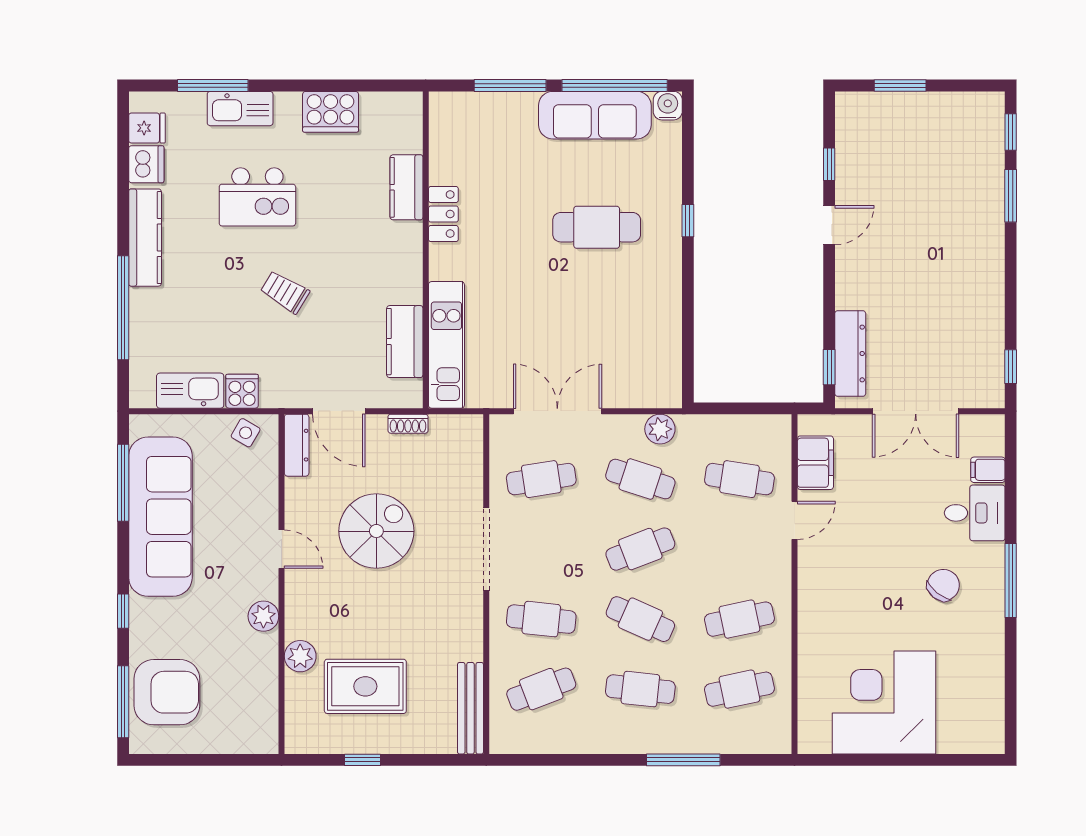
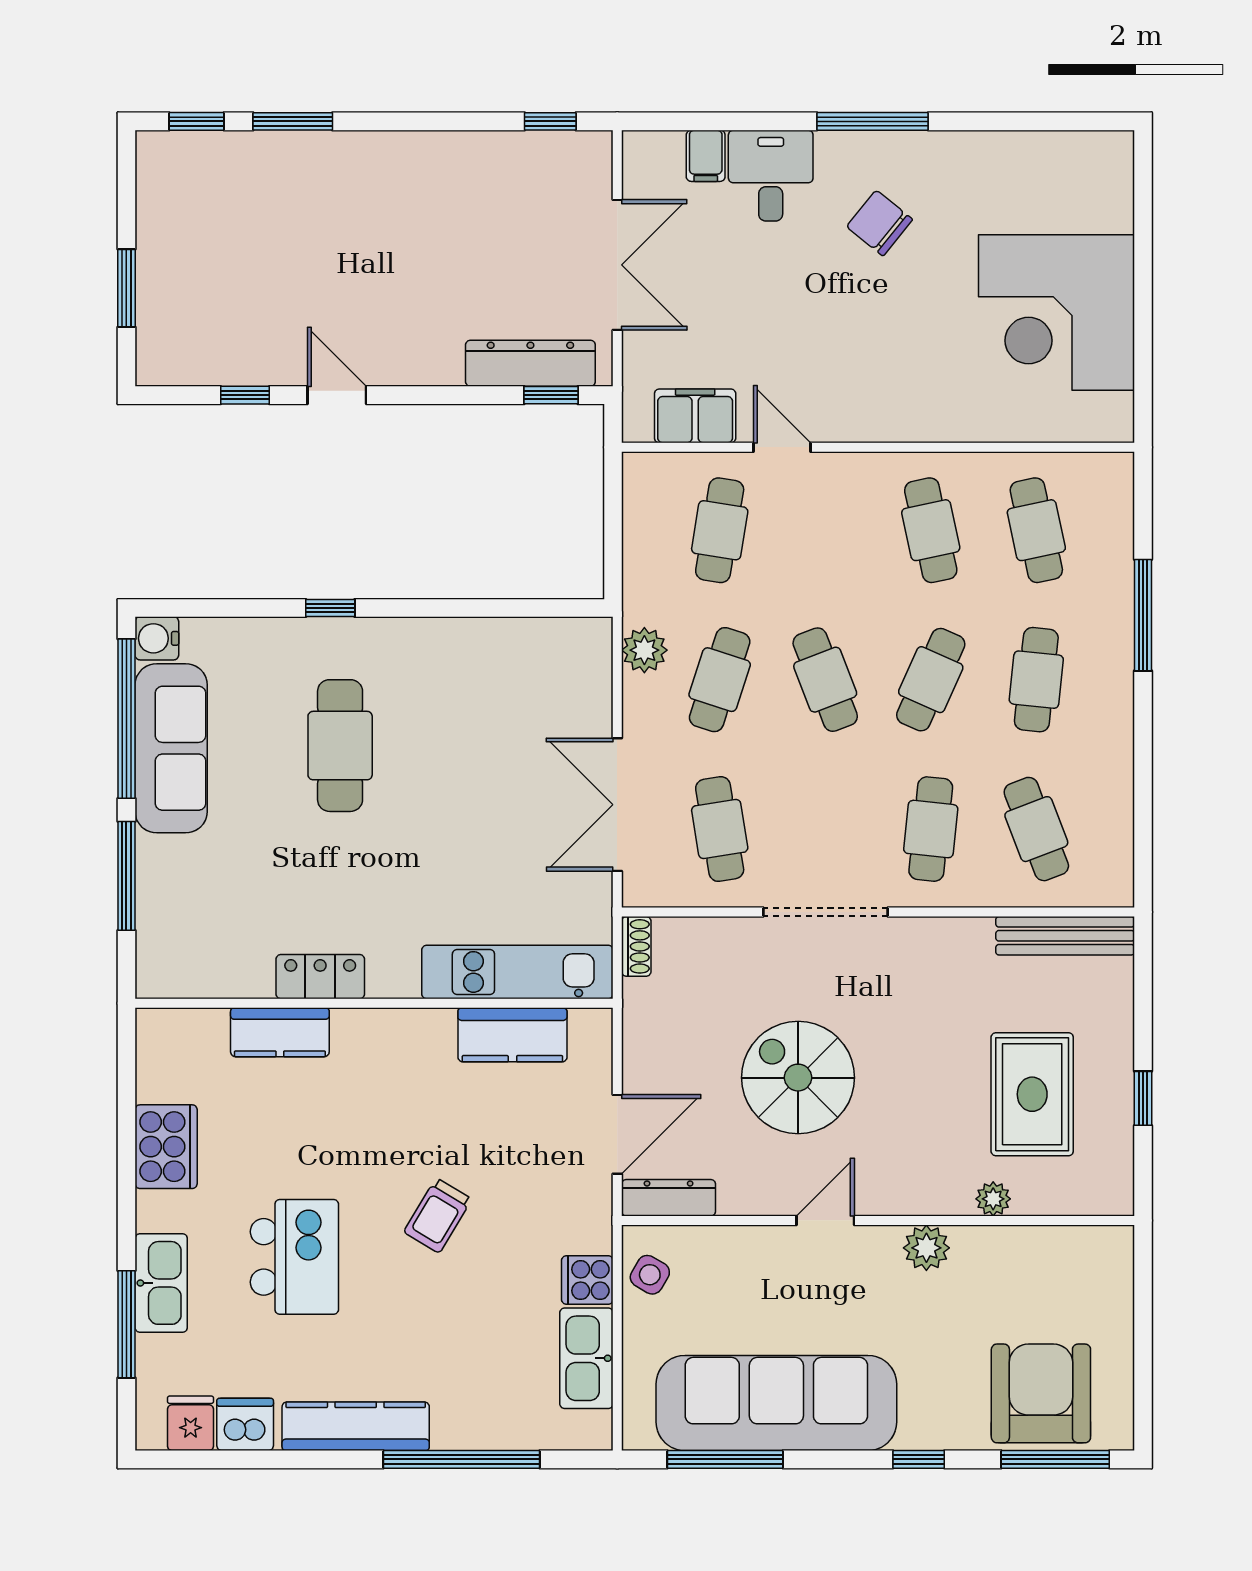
shoe rack: (408, 424) -> (636, 946), moved
plant: (300, 656) -> (993, 1199), width x0.73, depth x0.73

